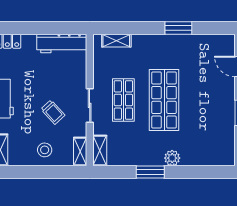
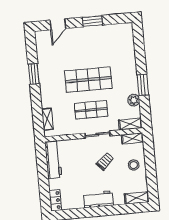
plant: (172, 158) -> (134, 100), moved

